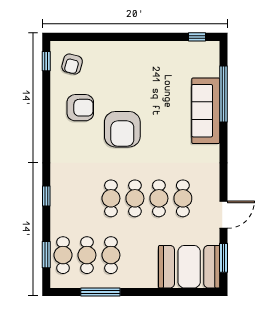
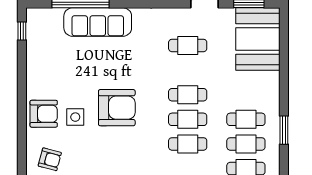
side table: (113, 89) -> (75, 117), added
armchair: (80, 108) -> (44, 114), moved, turned 90
cafe table: (159, 198) -> (188, 144), moved
window: (100, 292) -> (284, 130), width x0.69

